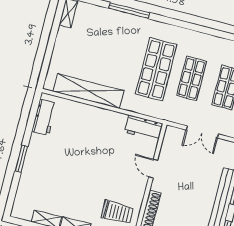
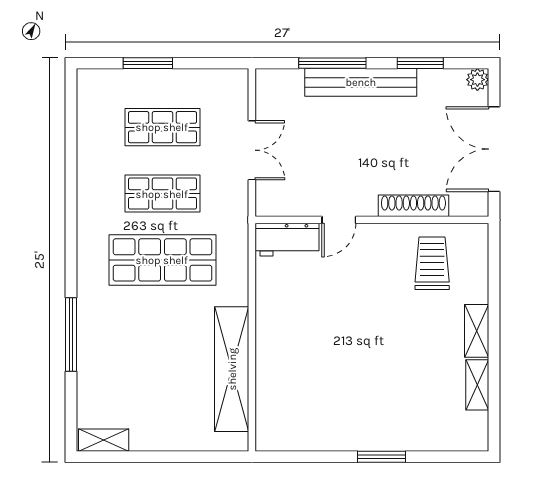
workbench: (44, 117) -> (298, 436), removed
workbench: (144, 128) -> (287, 240), moved, turned 90

